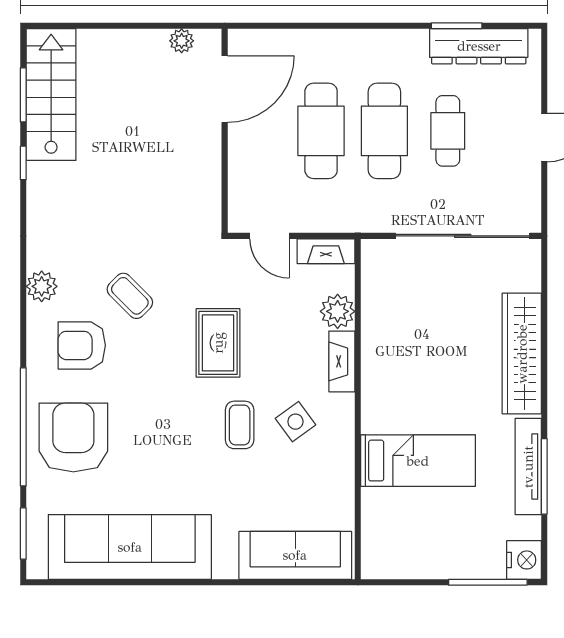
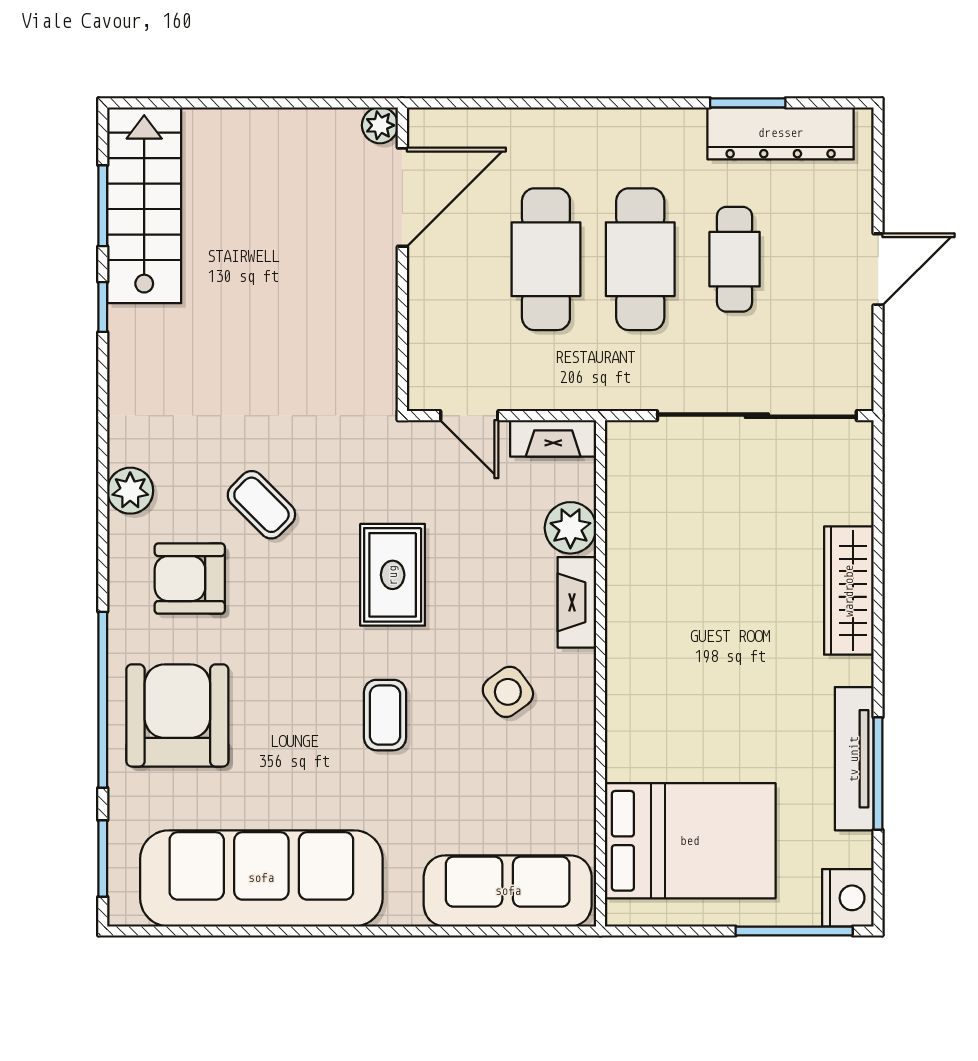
plant: (182, 41) -> (380, 125), moved
wardrobe: (522, 354) -> (849, 591), width x0.71, depth x0.85
coffee table: (240, 425) -> (385, 715), moved
bed: (418, 461) -> (690, 841), moved, width x1.50

